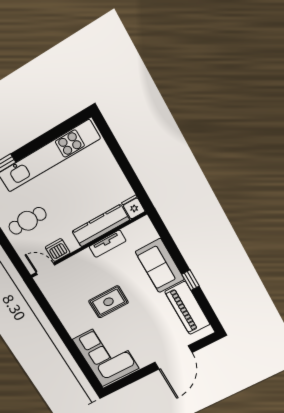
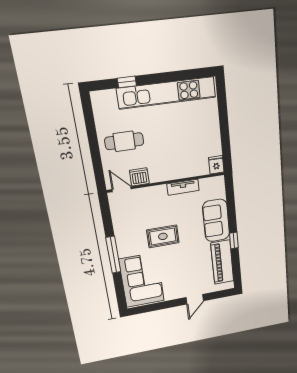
kitchen counter: (101, 226) -> (184, 170), removed
window: (65, 337) -> (113, 255), added
door: (173, 357) -> (195, 299), width x0.53

